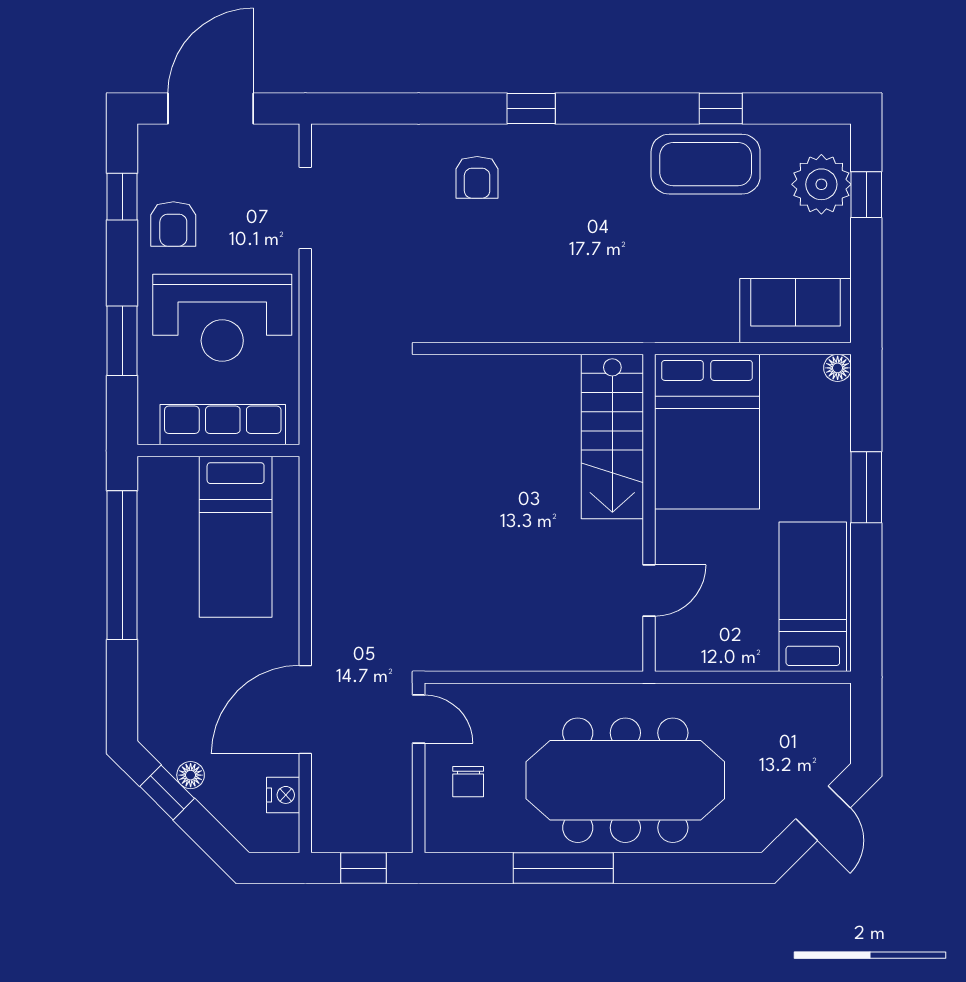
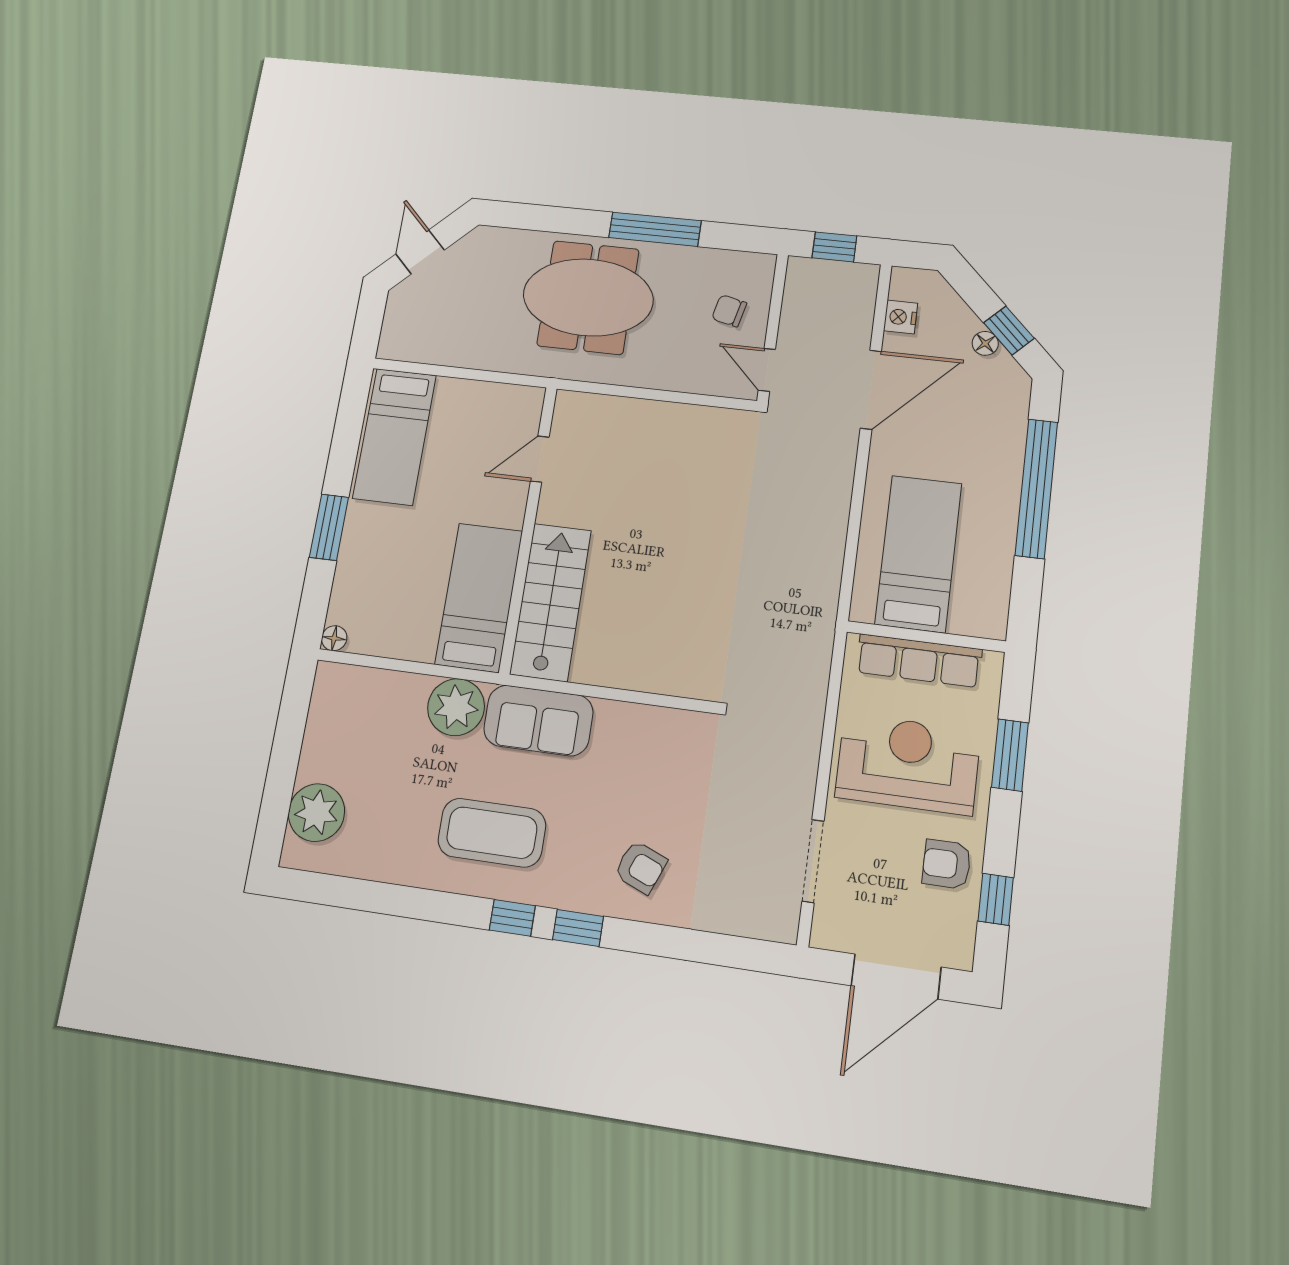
window: (721, 109) -> (512, 918), moved
coffee table: (706, 164) -> (492, 833), moved
armchair: (477, 177) -> (641, 867), turned 112
window: (866, 195) -> (277, 797), removed
armchair: (173, 224) -> (947, 864), turned -90
sofa: (795, 311) -> (538, 720), moved
plant: (694, 313) -> (456, 707), added
bed: (707, 432) -> (479, 597), width x0.67
window: (122, 565) -> (1036, 488), moved
meeting table: (625, 780) -> (588, 297), width x0.73
chair: (468, 782) -> (729, 311), turned -77

